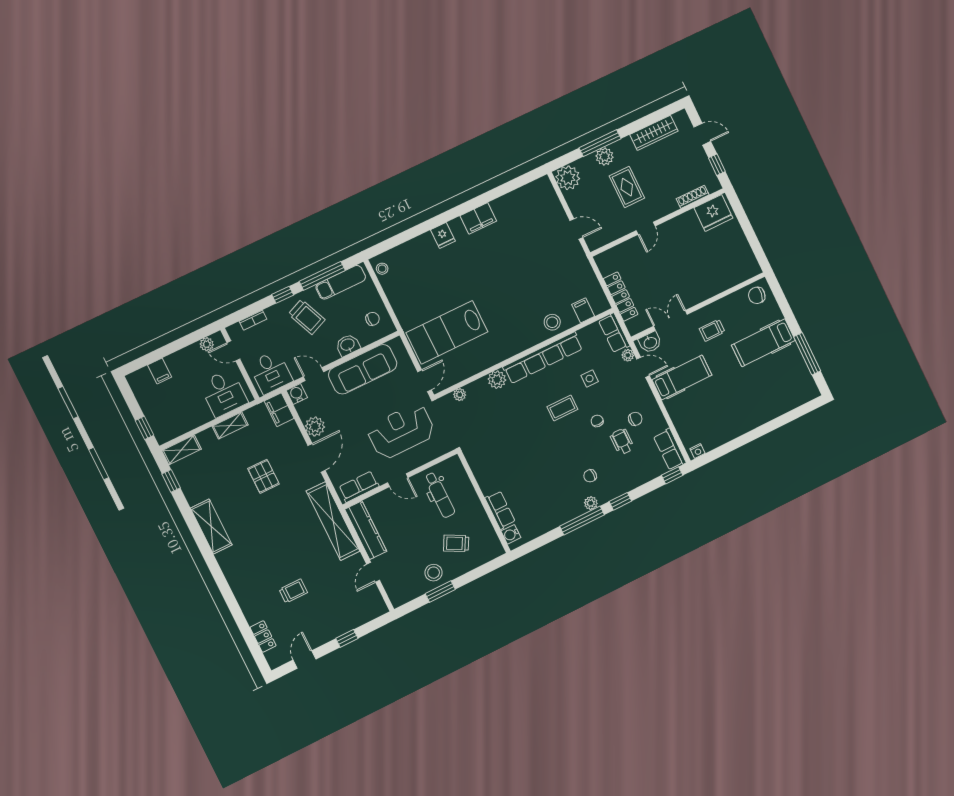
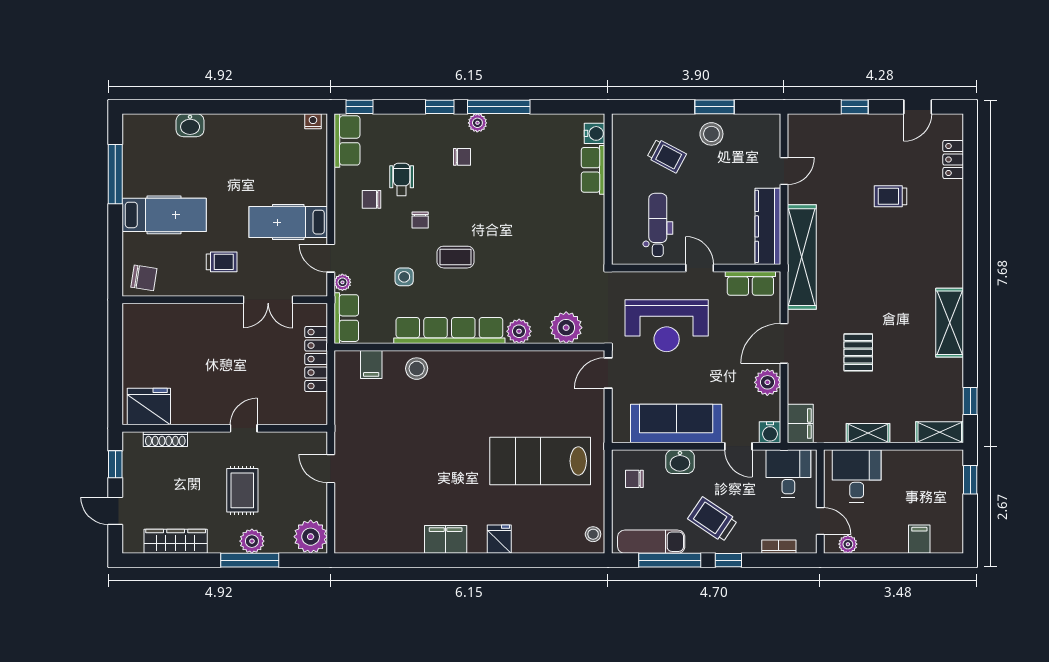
trolley: (307, 317) -> (713, 519), turned -33
lab bench: (447, 332) -> (540, 461), moved, turned 180
washbasin: (650, 342) -> (190, 125), moved, turned 180
plant: (460, 395) -> (566, 328), width x1.87, depth x1.87
wheelchair: (622, 442) -> (402, 179), turned 180

